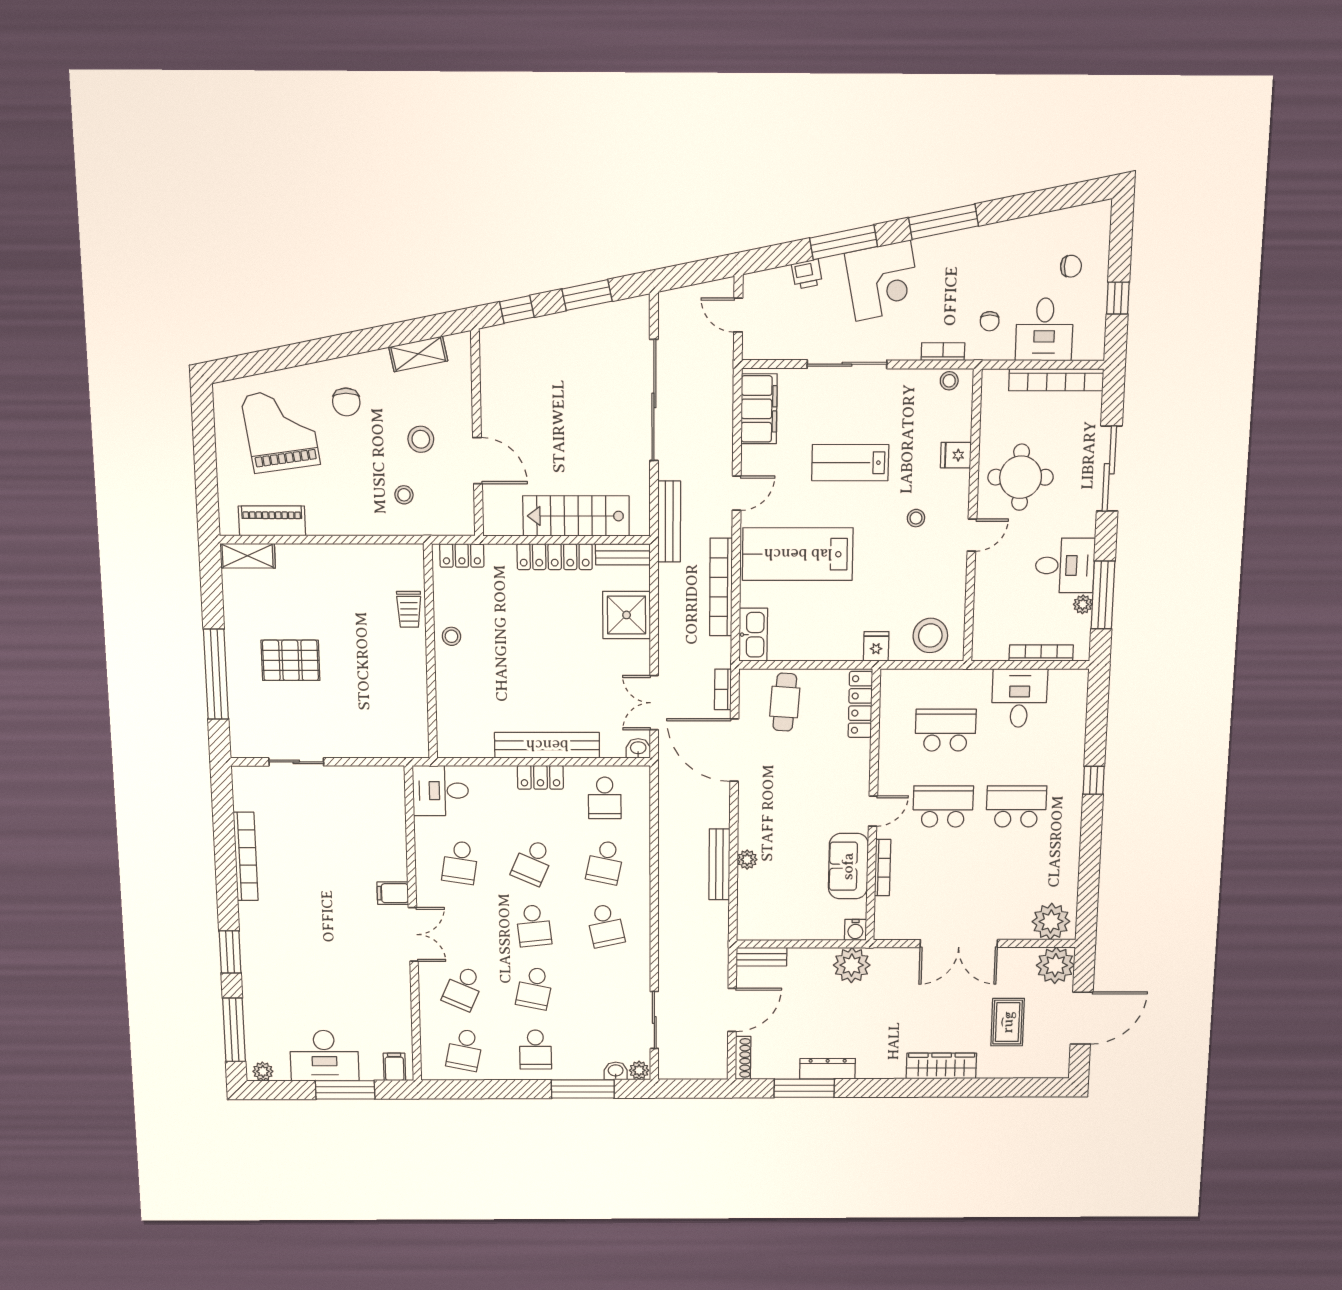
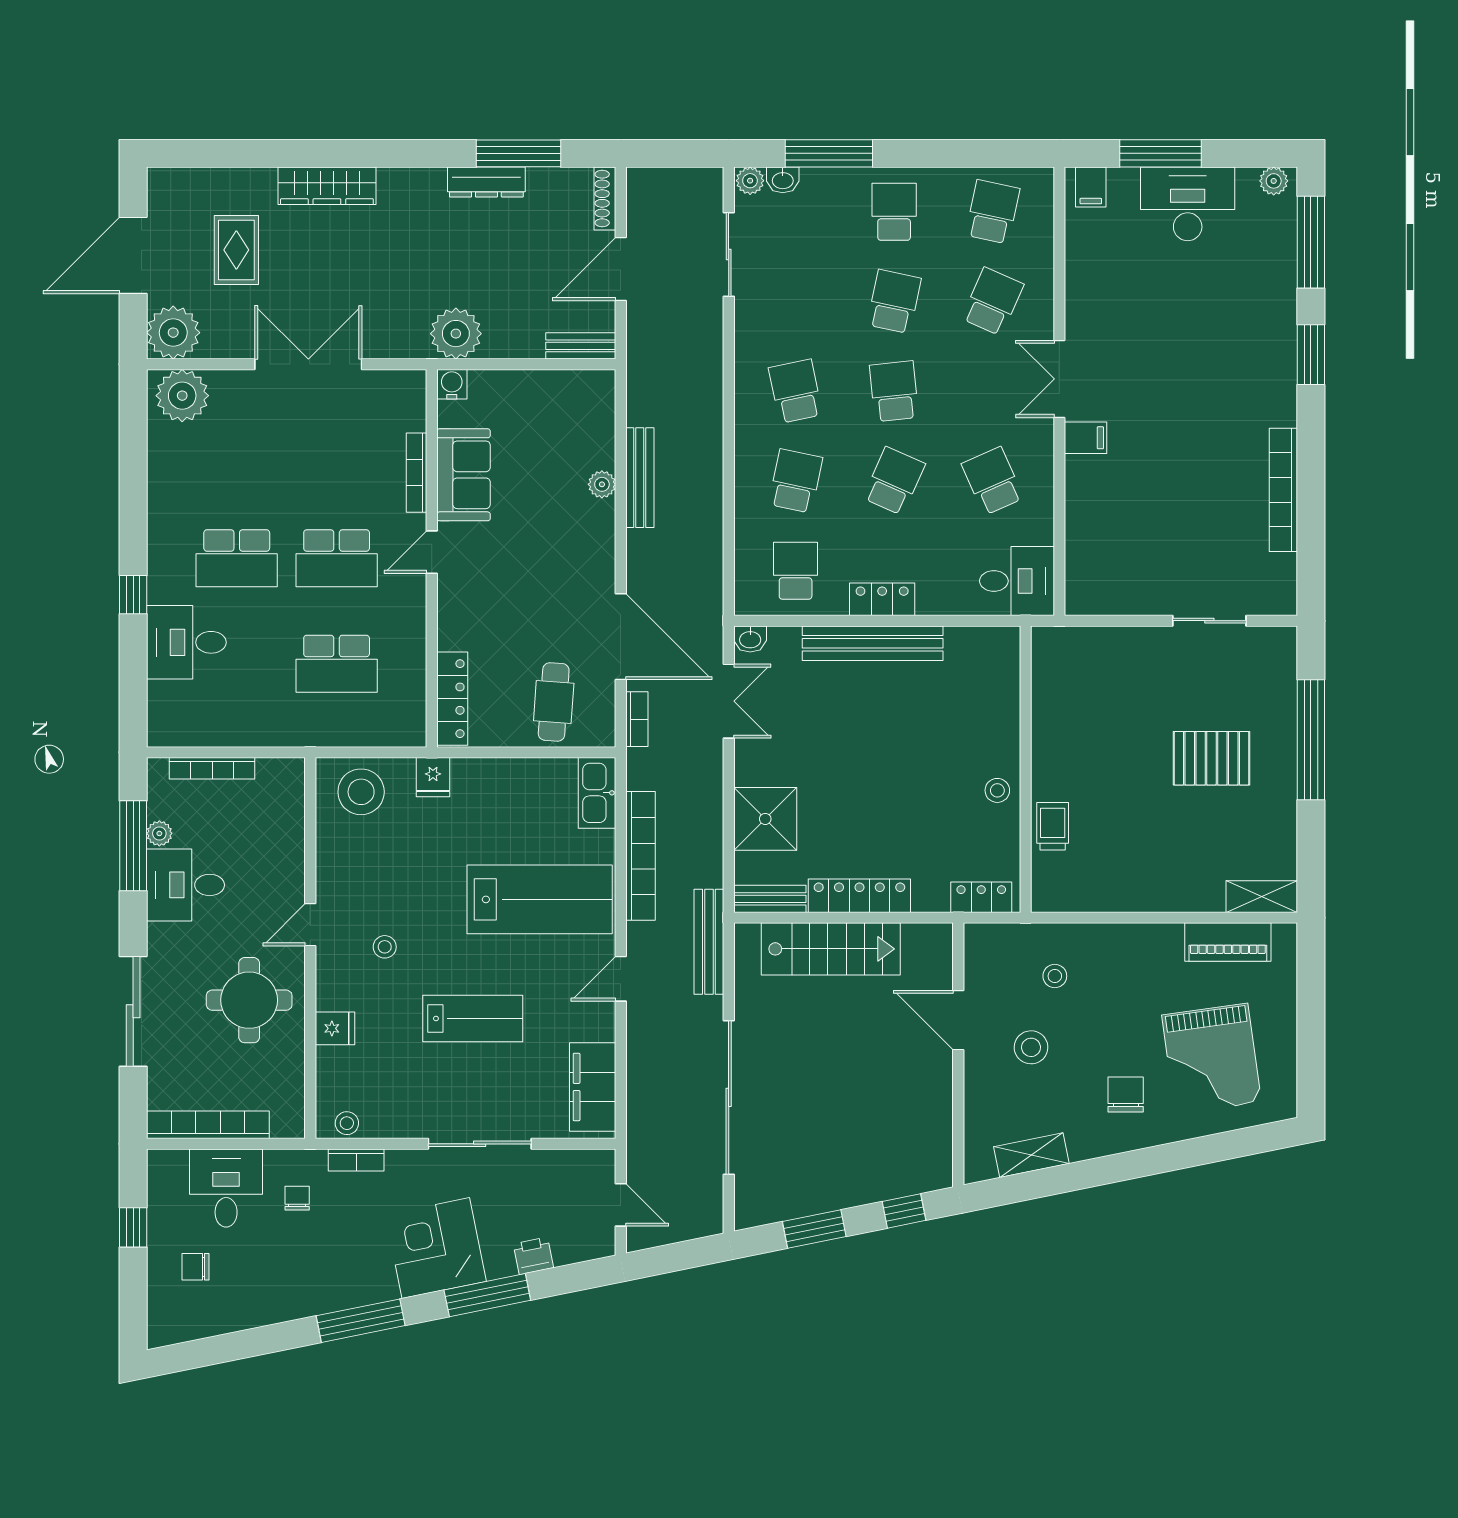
desk: (1019, 698) -> (186, 642), moved, turned 90
school desk: (460, 862) -> (993, 481), turned -33

